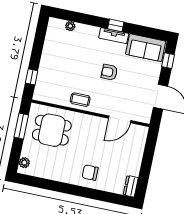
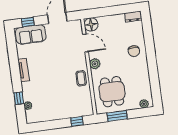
window: (116, 25) -> (19, 98), moved
sofa: (146, 48) -> (31, 34), moved, turned 90
armchair: (109, 72) -> (52, 63), removed
plant: (91, 122) -> (95, 64), added
floor lamp: (139, 134) -> (91, 24), added

